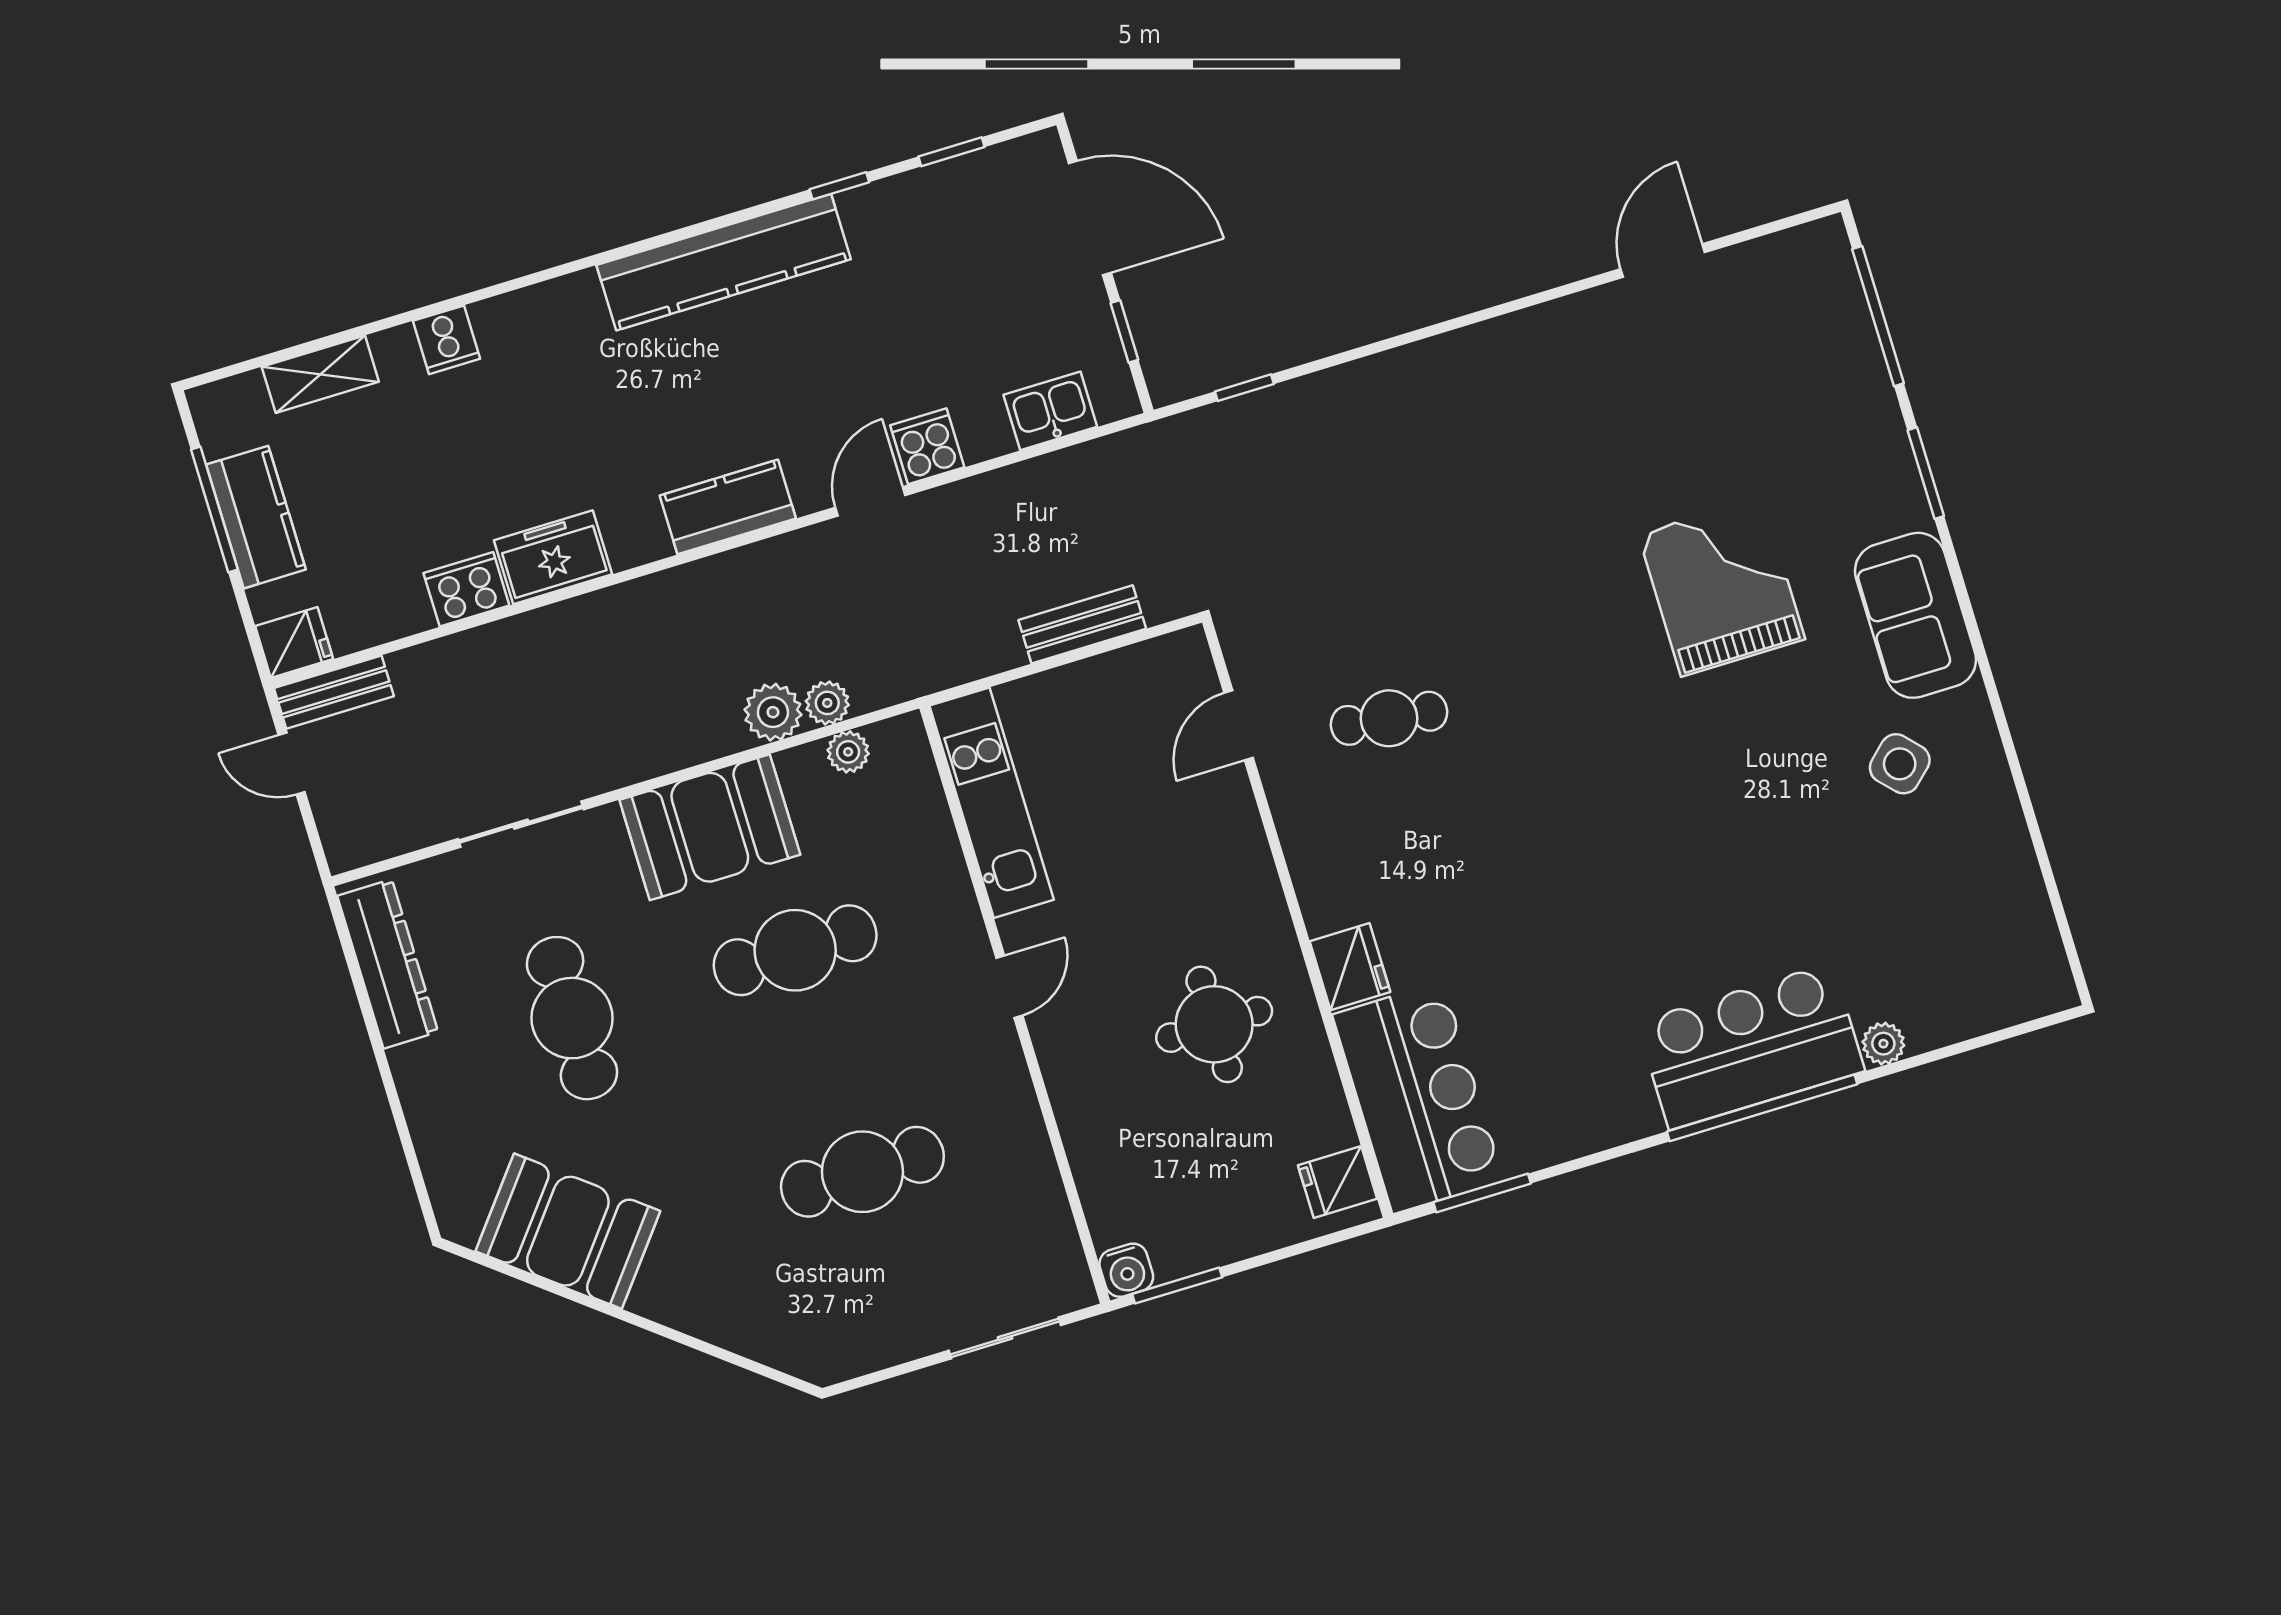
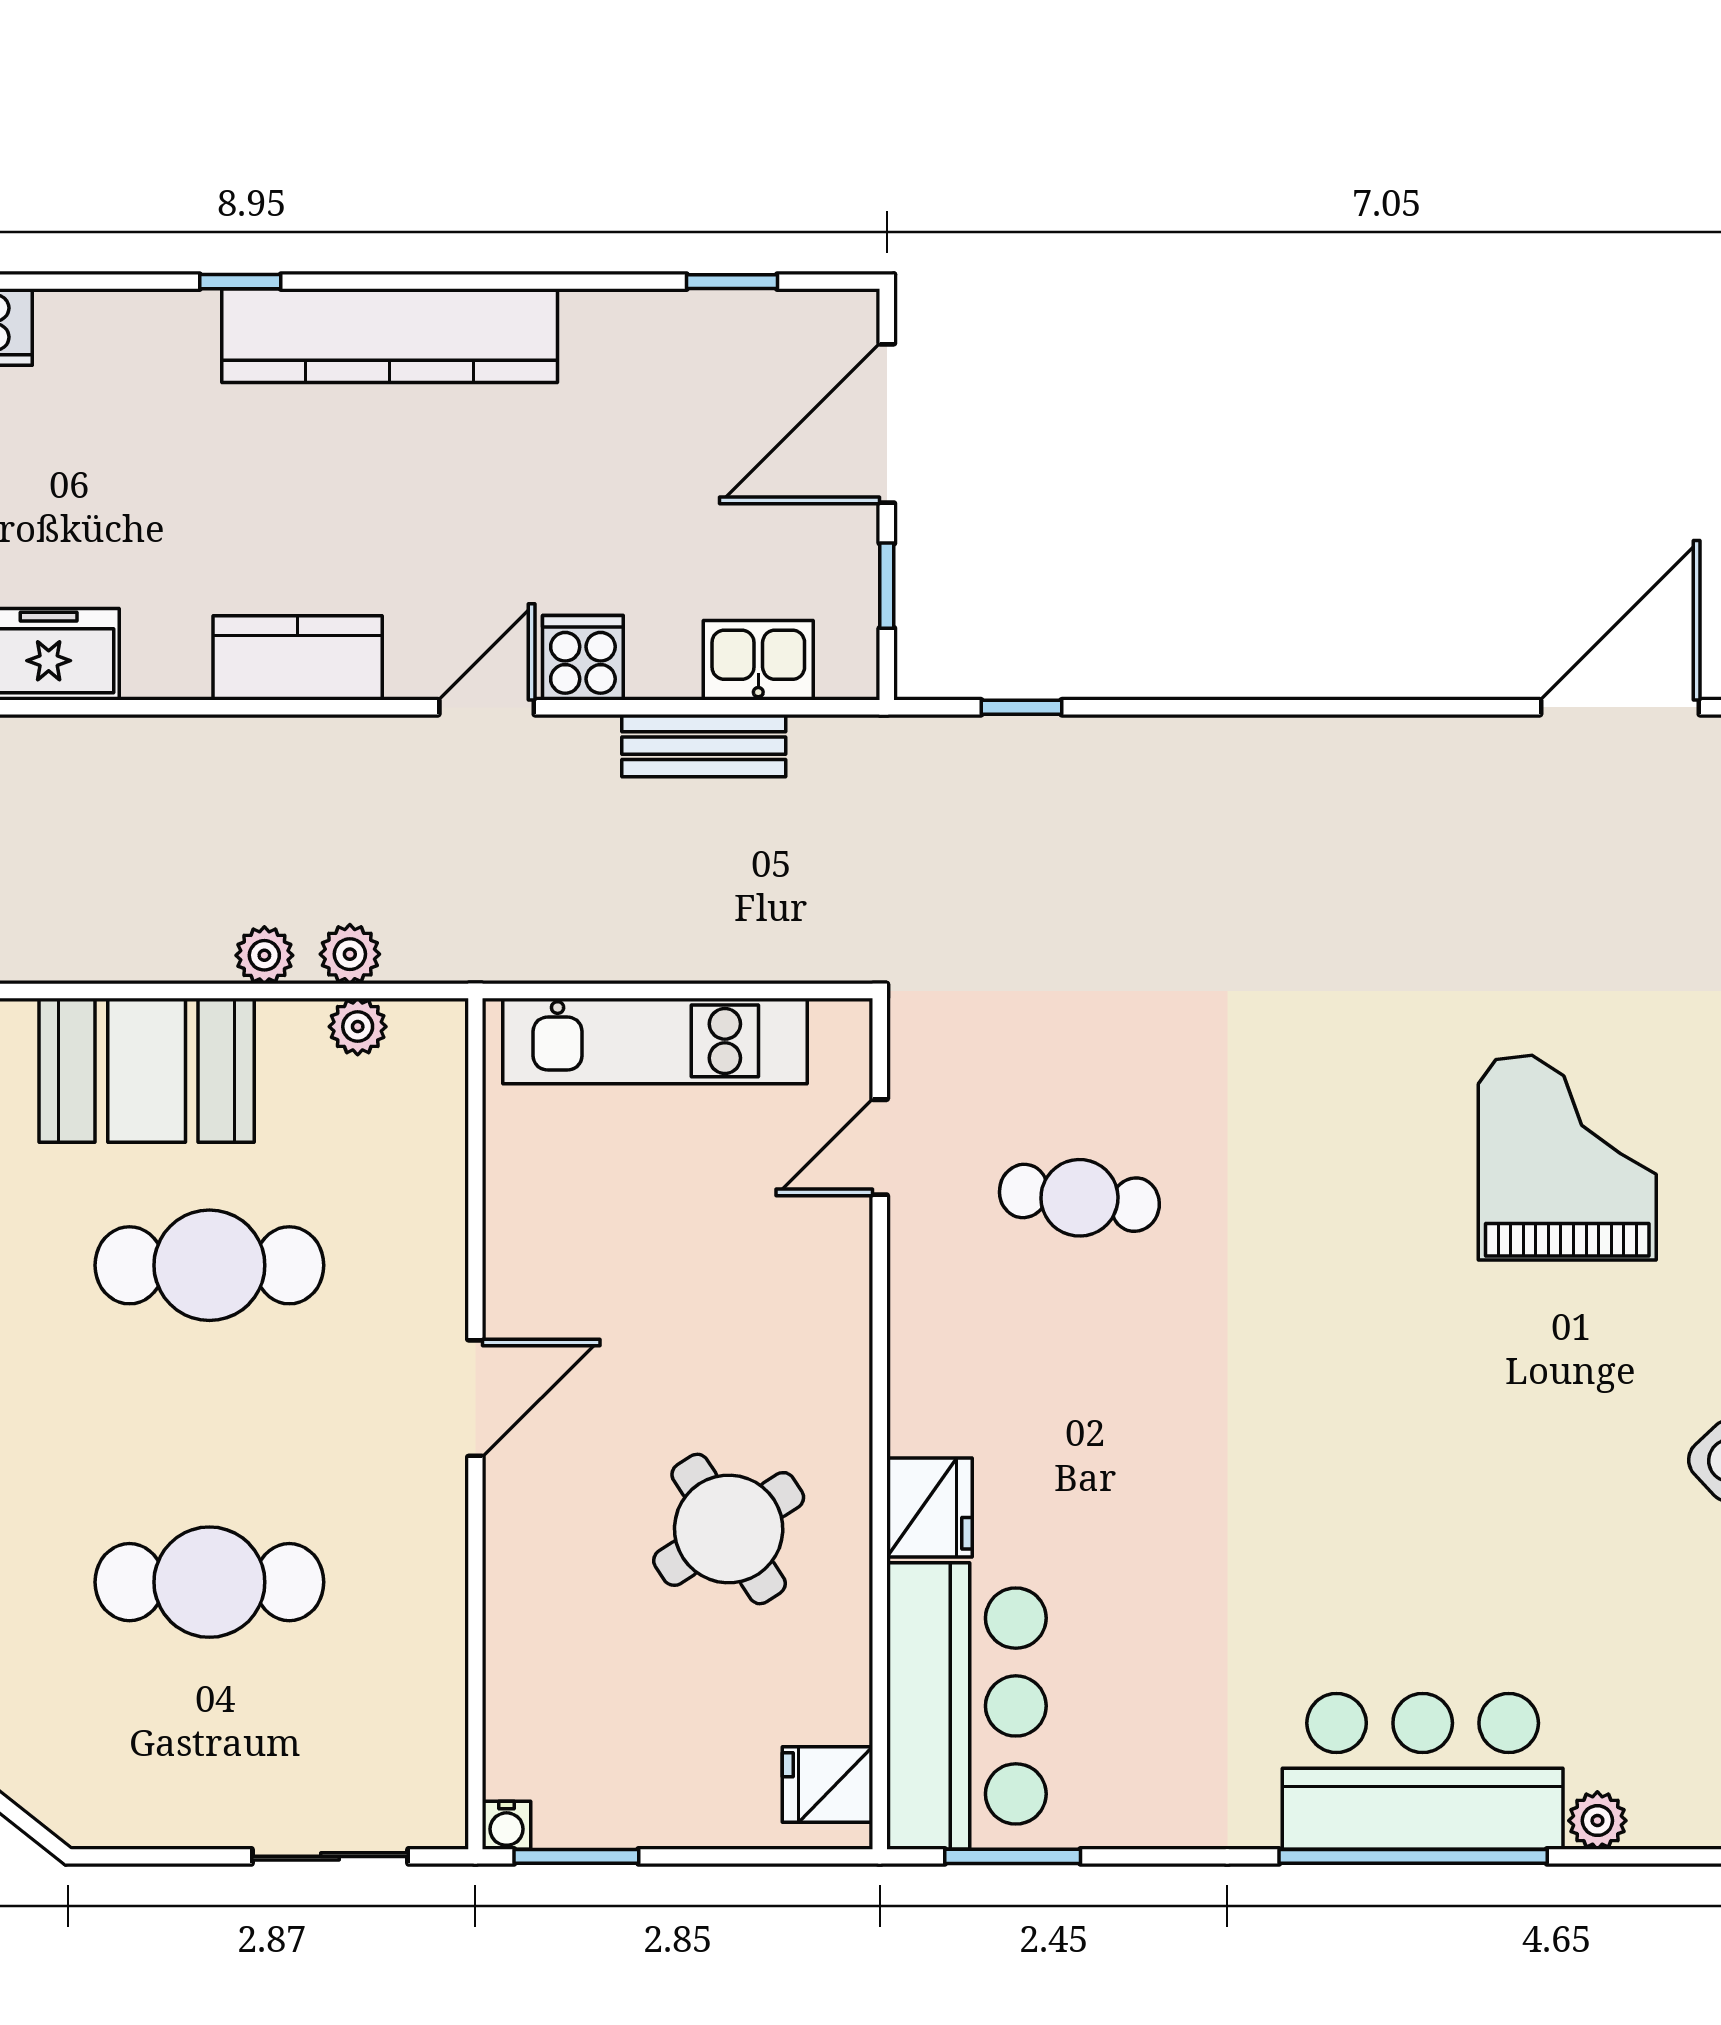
window: (839, 186) -> (240, 282), moved
door: (1090, 218) -> (887, 423), swing flipped
door: (1663, 261) -> (1620, 707), width x1.36
bench: (1082, 624) -> (704, 746), moved
plant: (773, 712) -> (264, 955), width x0.73, depth x0.73
kitchen unit: (992, 803) -> (655, 1041), moved, turned 90
door: (1009, 987) -> (475, 1398), width x1.38
round table: (1214, 1024) -> (729, 1529), turned -33
water cooler: (1126, 1270) -> (507, 1825), width x0.72, depth x0.72

